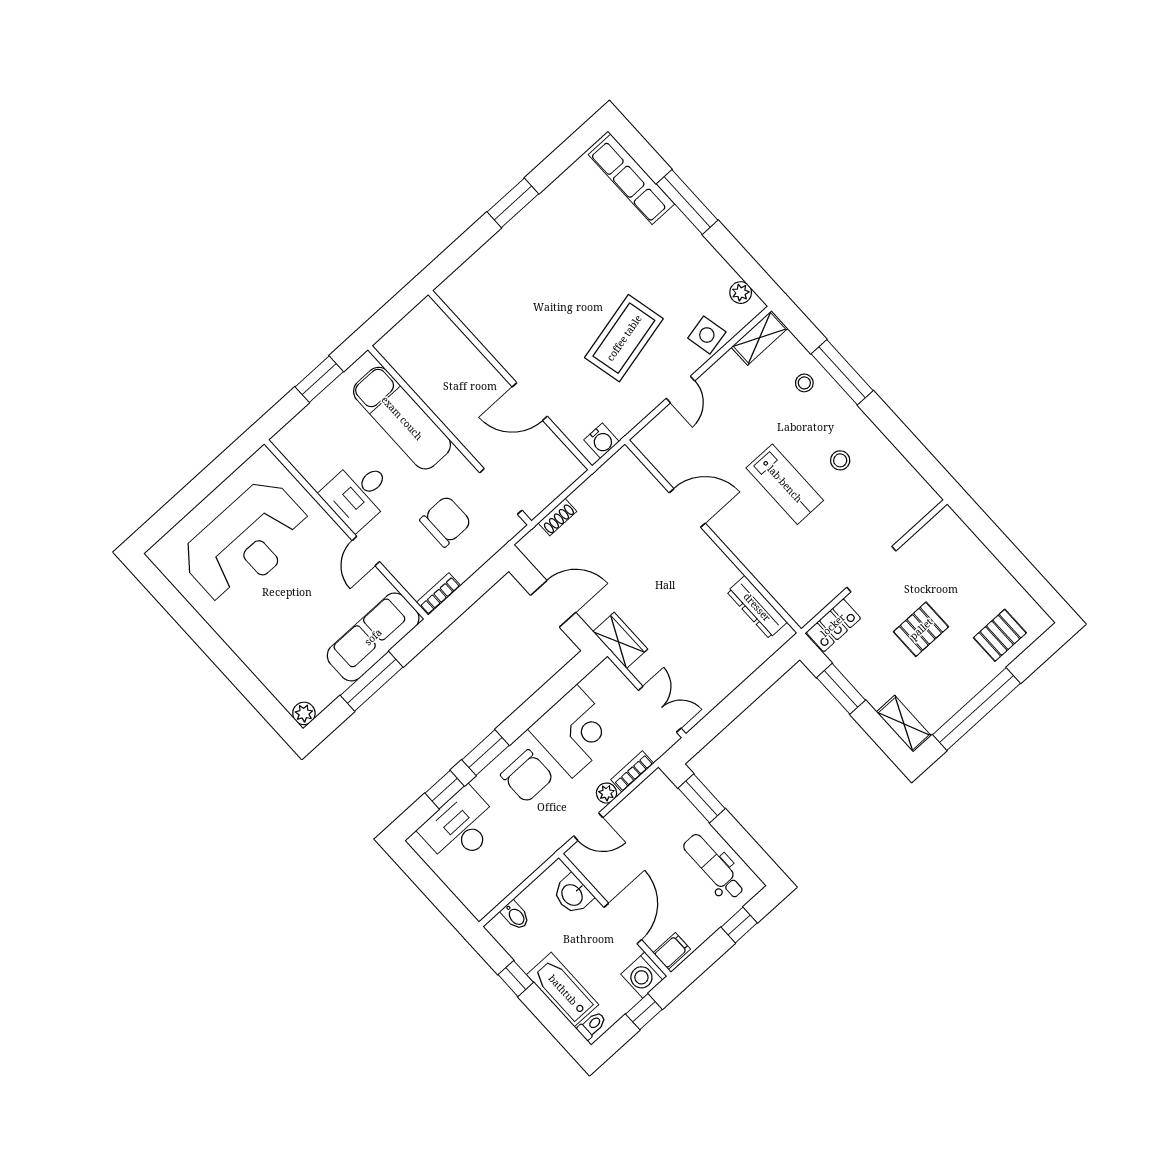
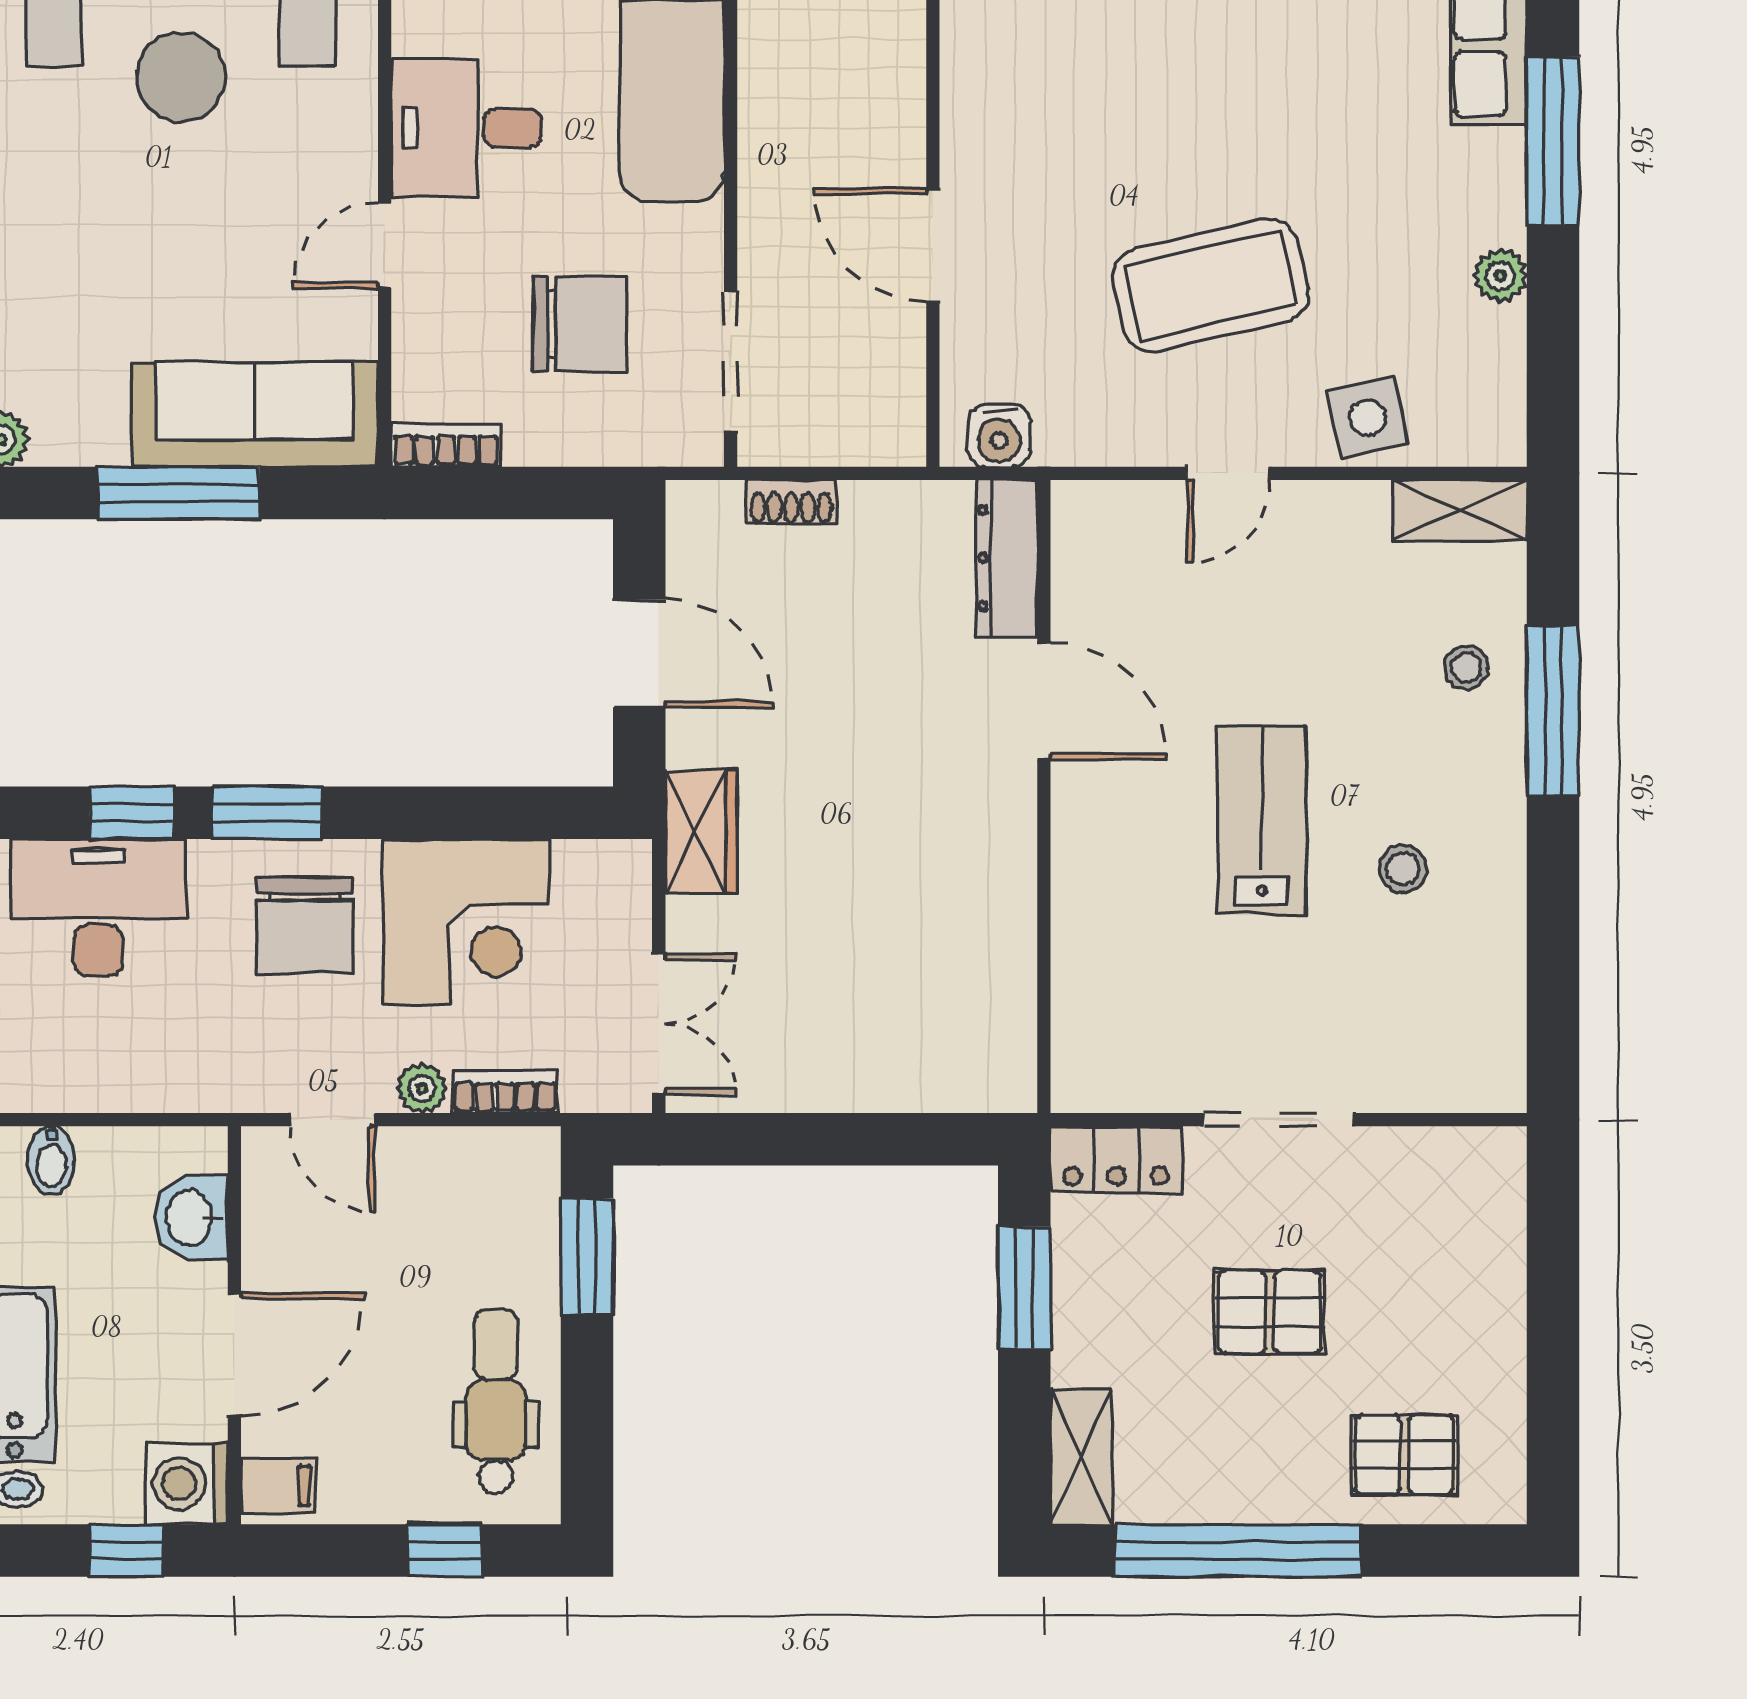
plant: (741, 293) -> (1500, 276), moved
lab bench: (785, 484) -> (1262, 820), turned 180
dresser: (757, 607) -> (1007, 558), moved

